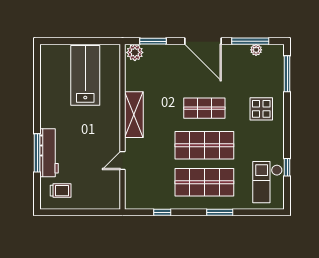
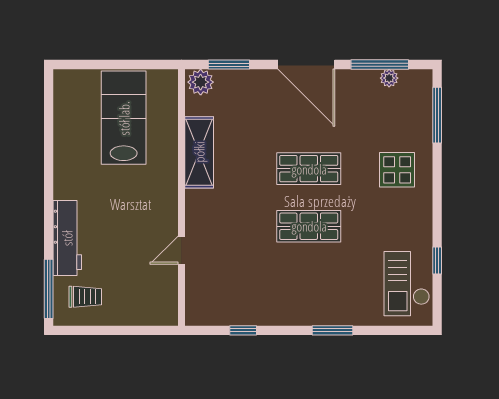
shelving: (134, 115) -> (199, 152), moved
shop shelf: (204, 145) -> (309, 226), width x0.70, depth x0.74
window: (37, 153) -> (49, 289), moved
shop shelf: (204, 182) -> (309, 284), removed

